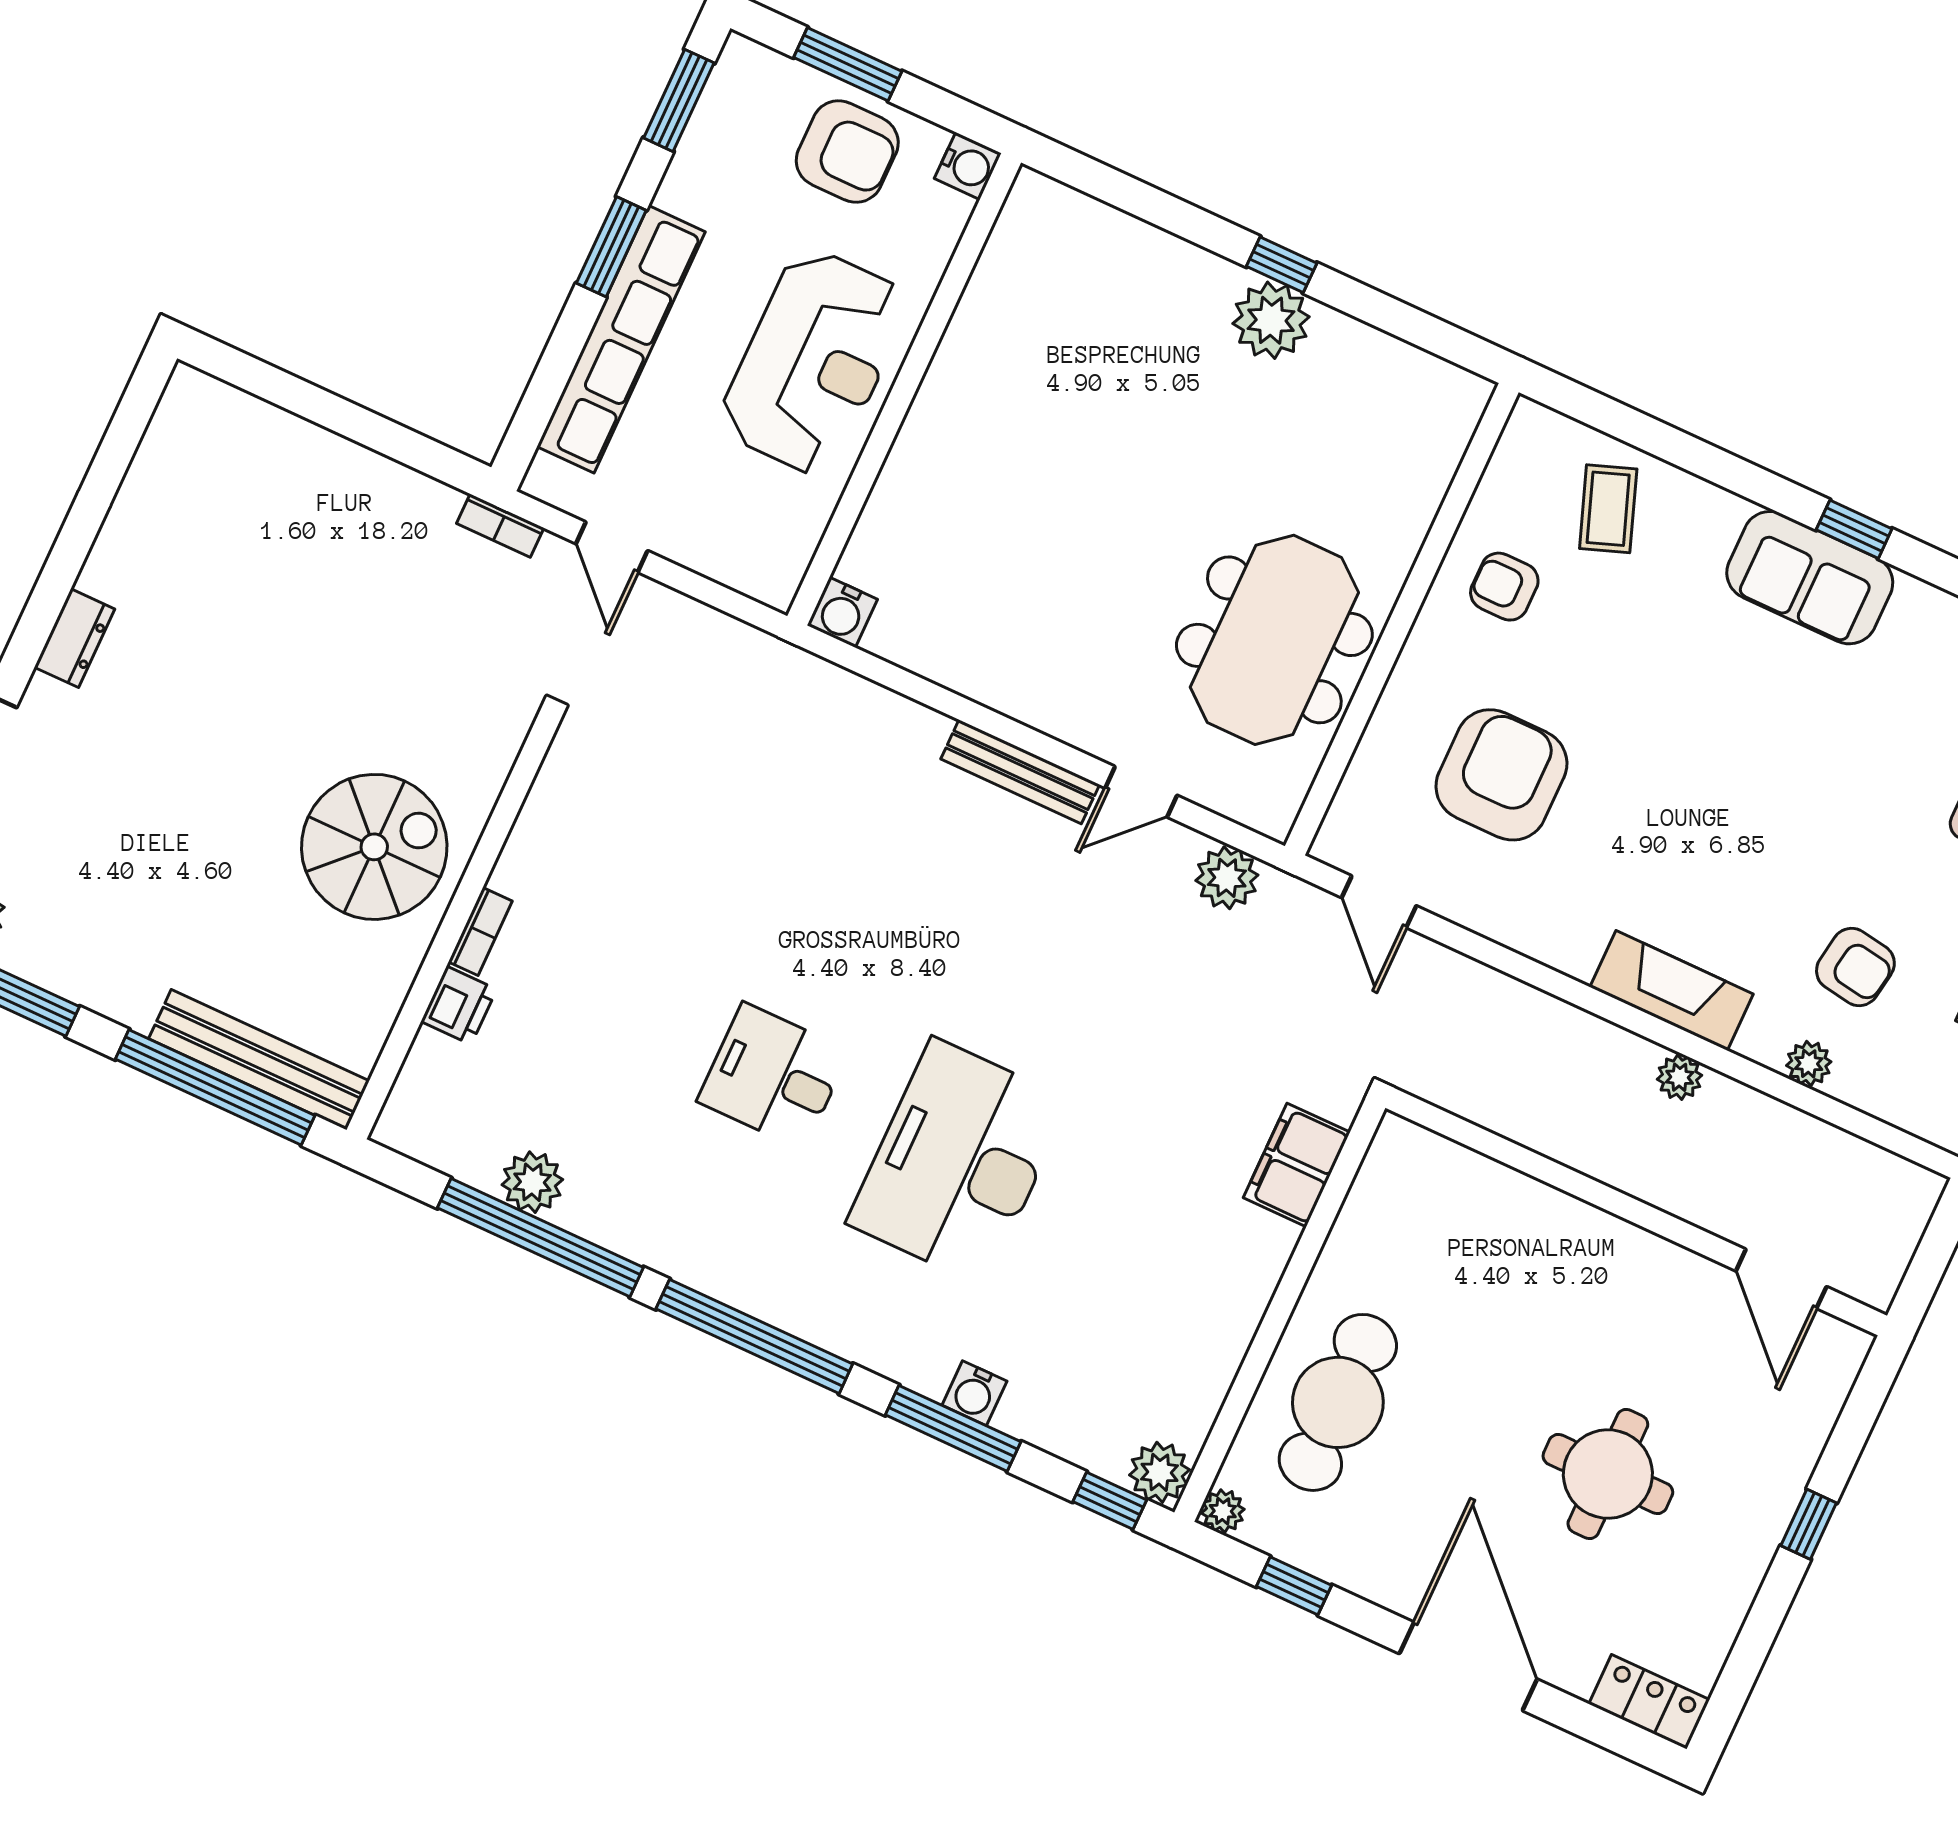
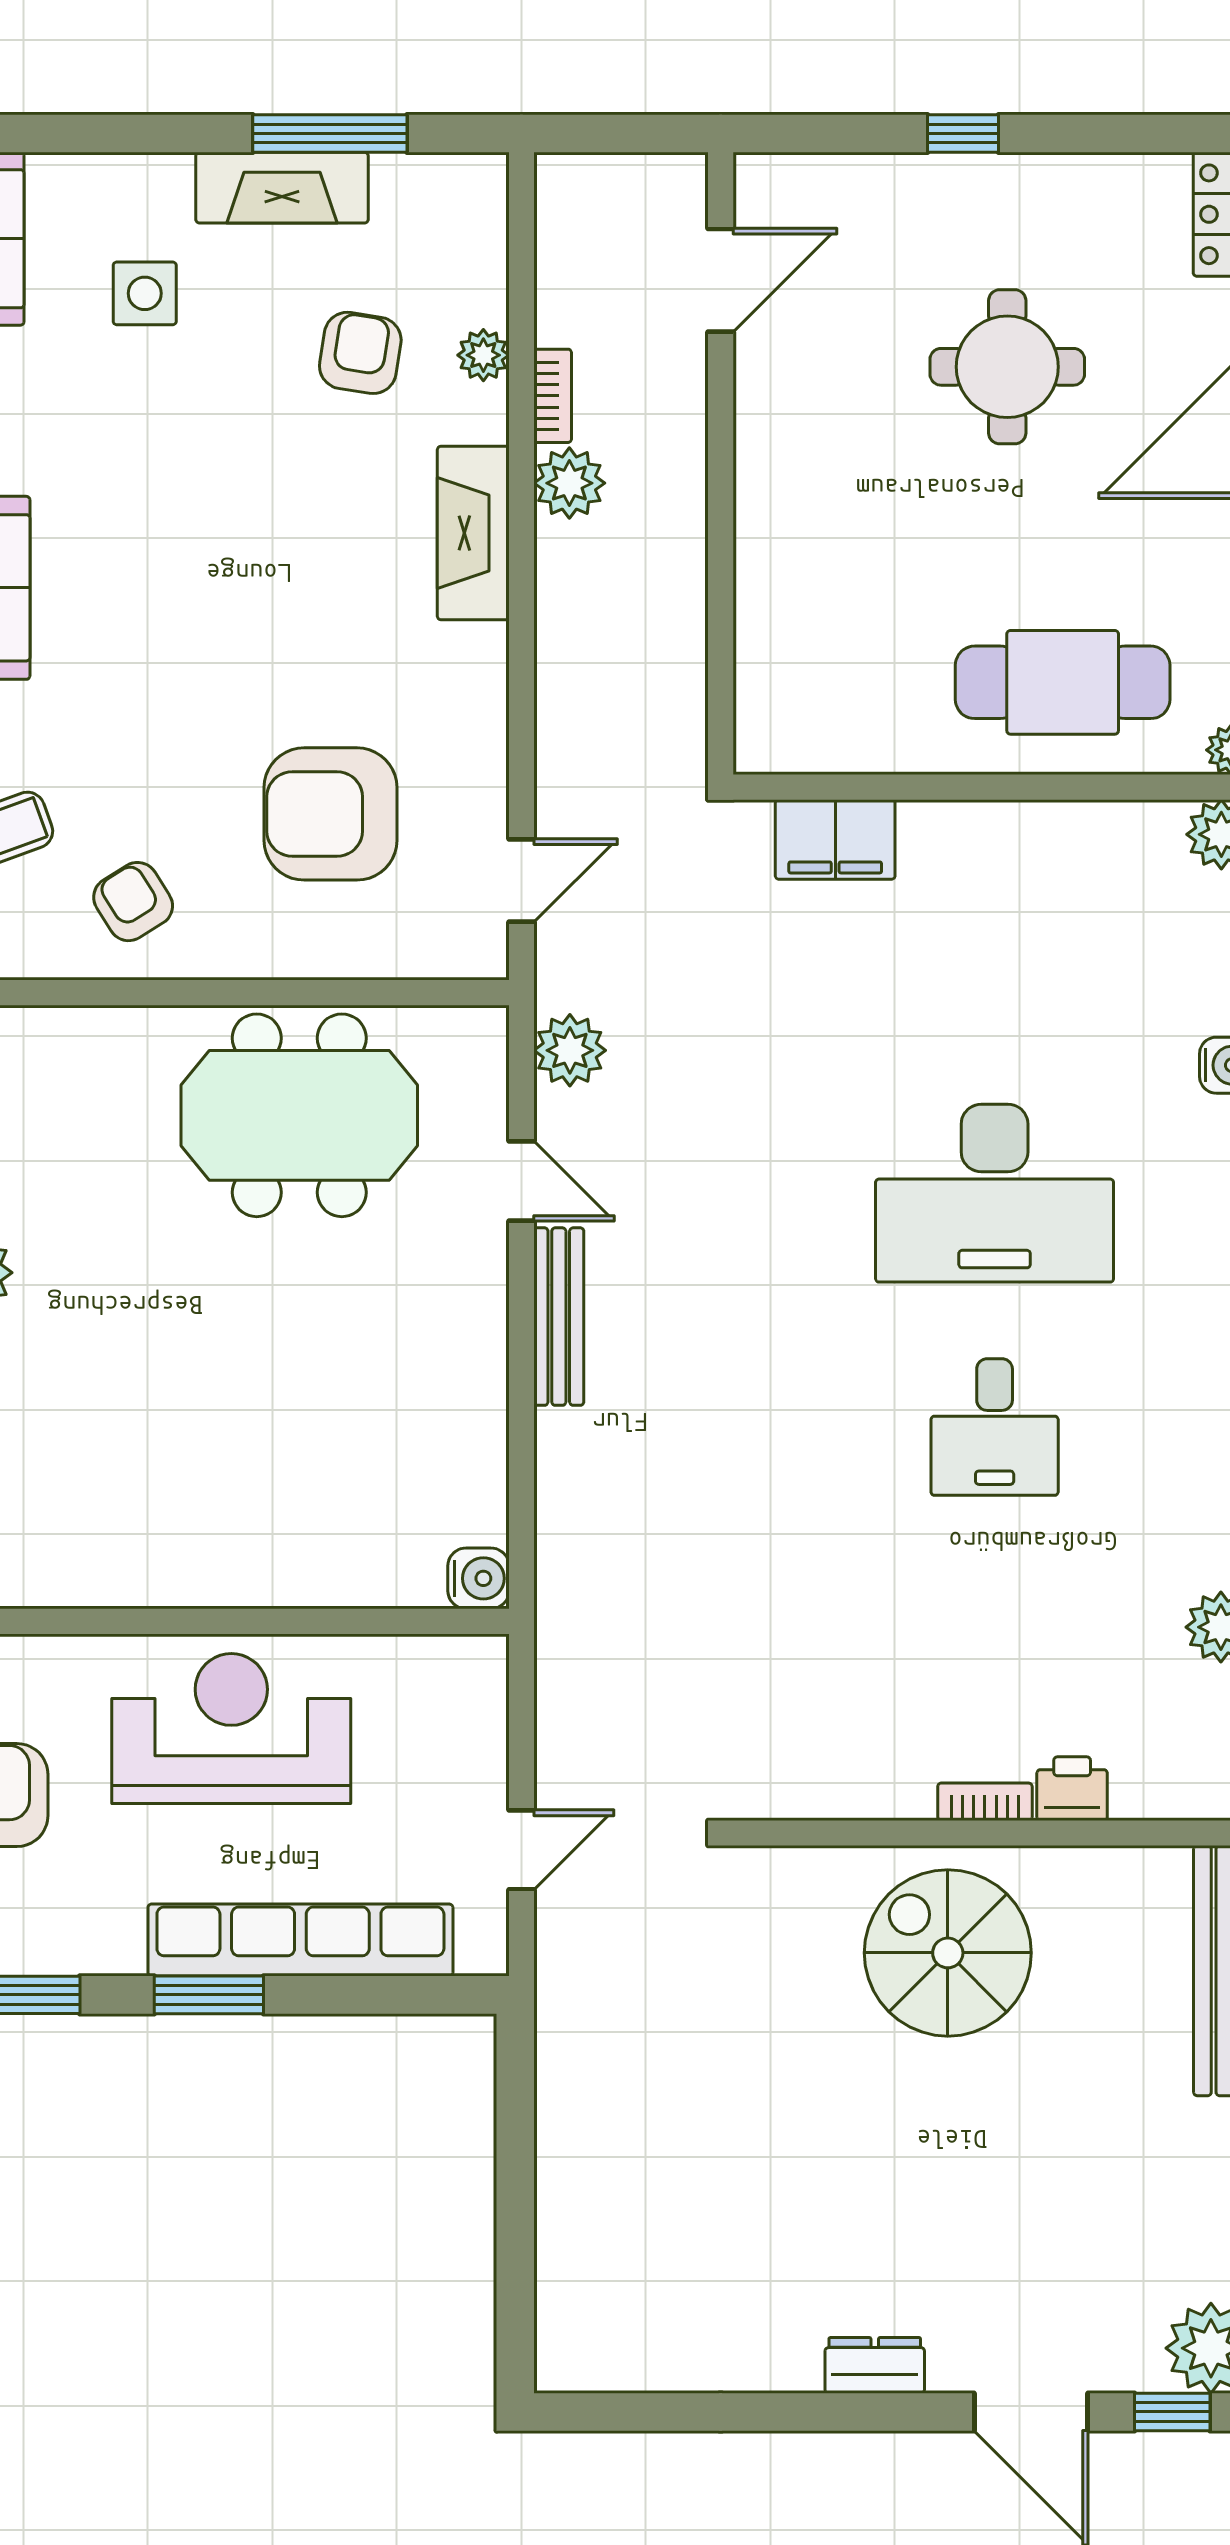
bookcase: (500, 526) -> (553, 396), moved
armchair: (1504, 587) -> (133, 902), turned 148
plant: (1680, 1077) -> (569, 483), width x1.38, depth x1.38

